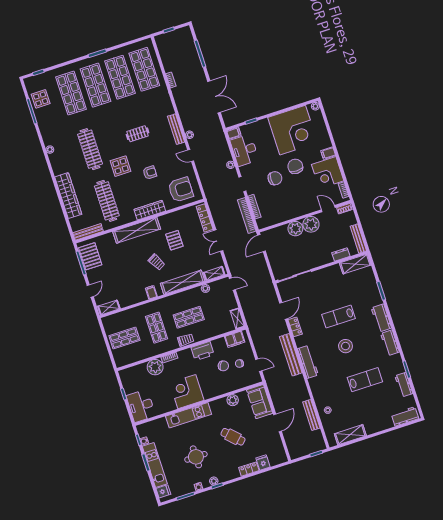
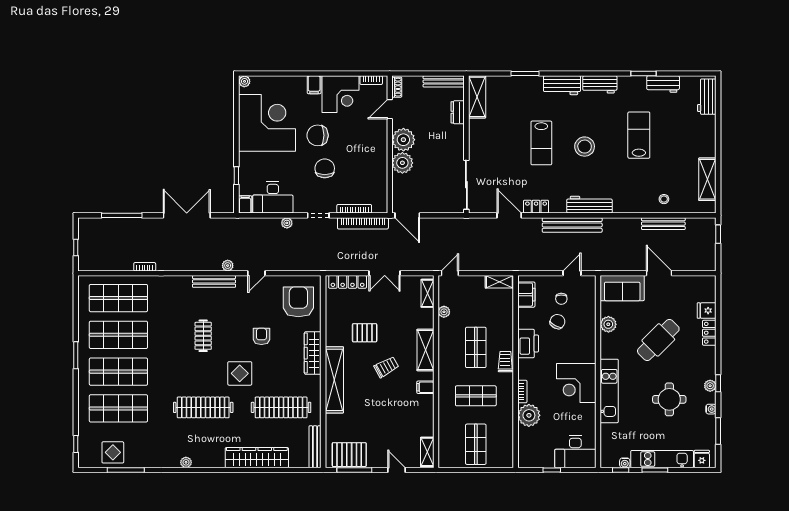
shelving: (183, 282) -> (425, 350), width x0.68
cafe table: (233, 437) -> (658, 340), width x1.37, depth x1.35

